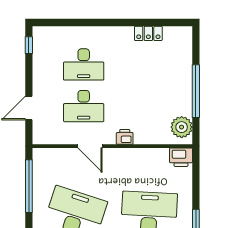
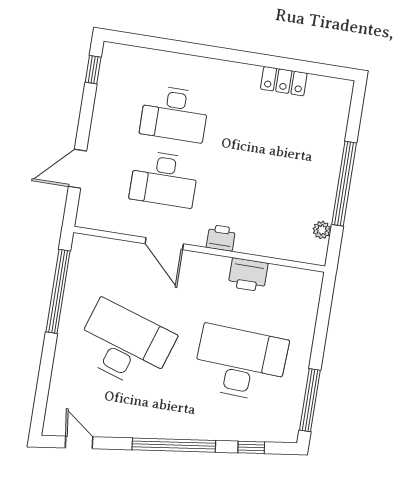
plant: (182, 127) -> (322, 230), width x0.53, depth x0.53
printer: (181, 157) -> (248, 275), moved

